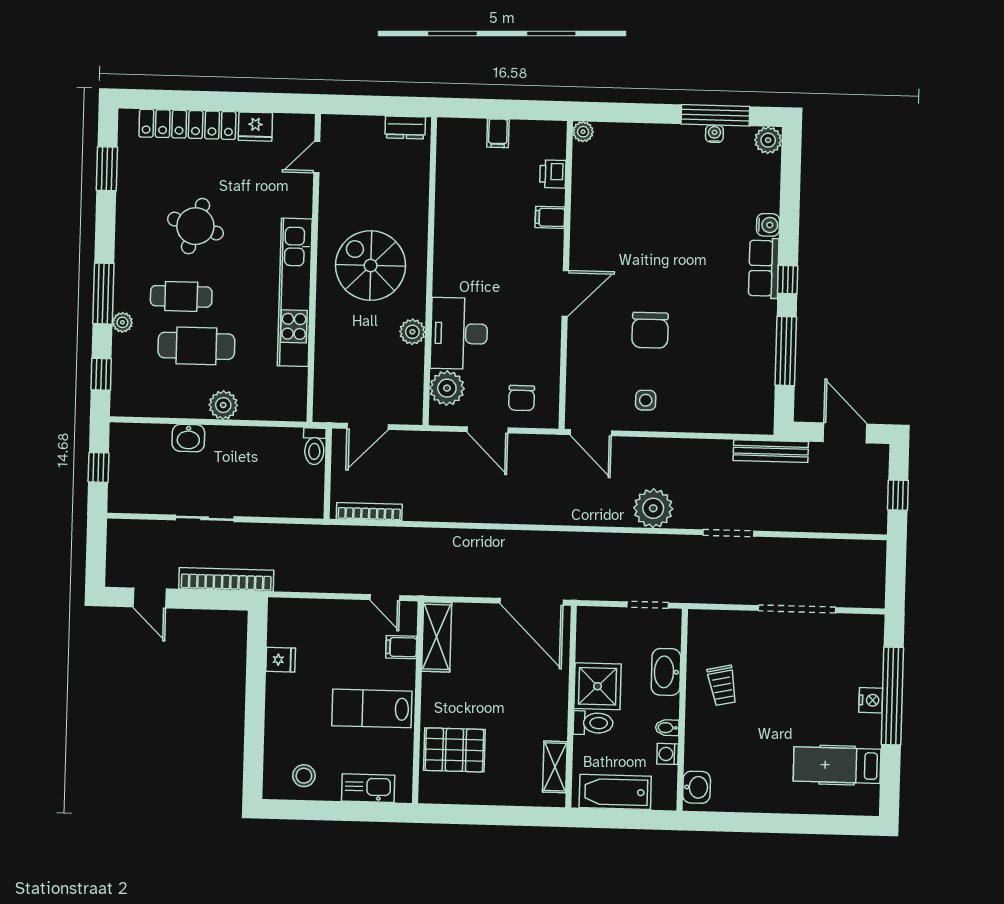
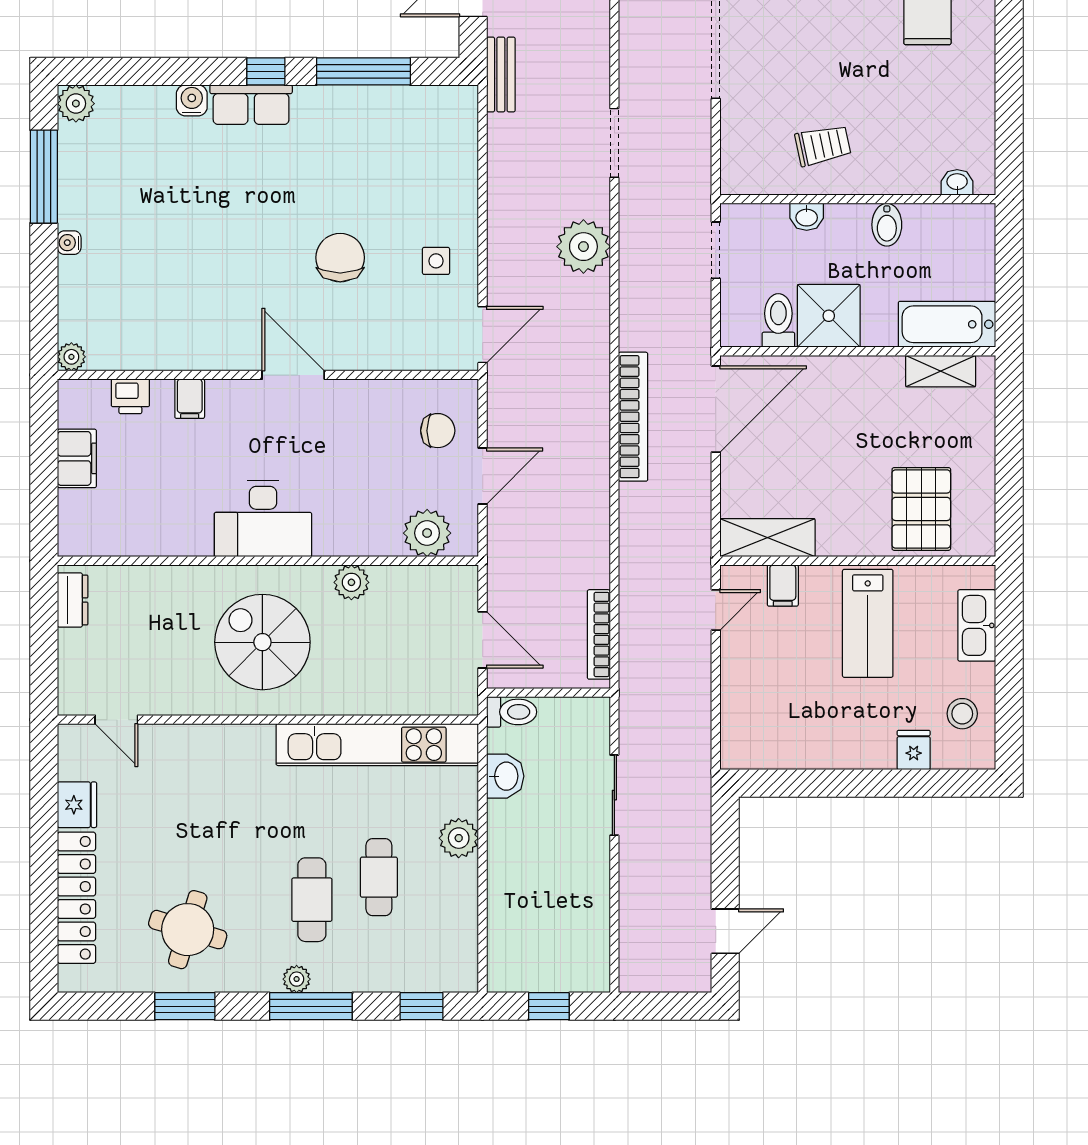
filing cabinet: (498, 133) -> (77, 458), width x2.00
water cooler: (714, 134) -> (69, 243), moved
window: (107, 169) -> (185, 1006), moved
round table: (195, 226) -> (188, 930), moved
spiral stairs: (371, 266) -> (262, 642), turned 90
kitchen unit: (295, 292) -> (377, 745), moved
plant: (122, 322) -> (297, 979), moved
chair: (650, 330) -> (340, 258), turned -90
desk: (459, 333) -> (263, 518), moved
cafe table: (196, 346) -> (379, 877), width x0.73, depth x0.74
washbasin: (188, 438) -> (505, 776), moved
bench: (771, 451) -> (501, 74), width x0.73
sliding door: (205, 518) -> (614, 795), moved
bookcase: (226, 579) -> (633, 417), moved, turned 180
fridge: (281, 660) -> (914, 750), moved
washbasin: (666, 672) -> (807, 217), width x0.52, depth x0.69
toilet: (593, 723) -> (778, 320), moved
bidet: (667, 728) -> (887, 225), width x1.38, depth x1.36
washing machine: (668, 754) -> (919, 218), removed
washbasin: (697, 787) -> (957, 182), width x0.72, depth x0.69
bathtub: (615, 792) -> (947, 324), moved, turned 90

